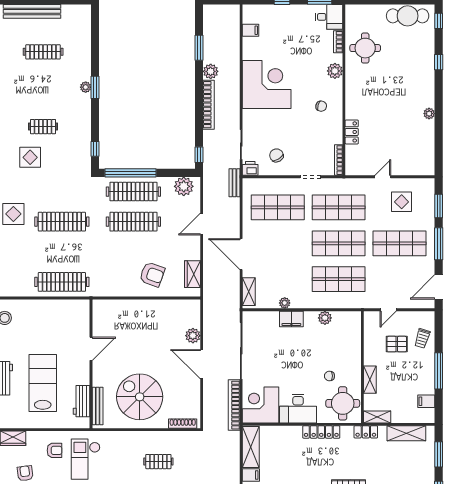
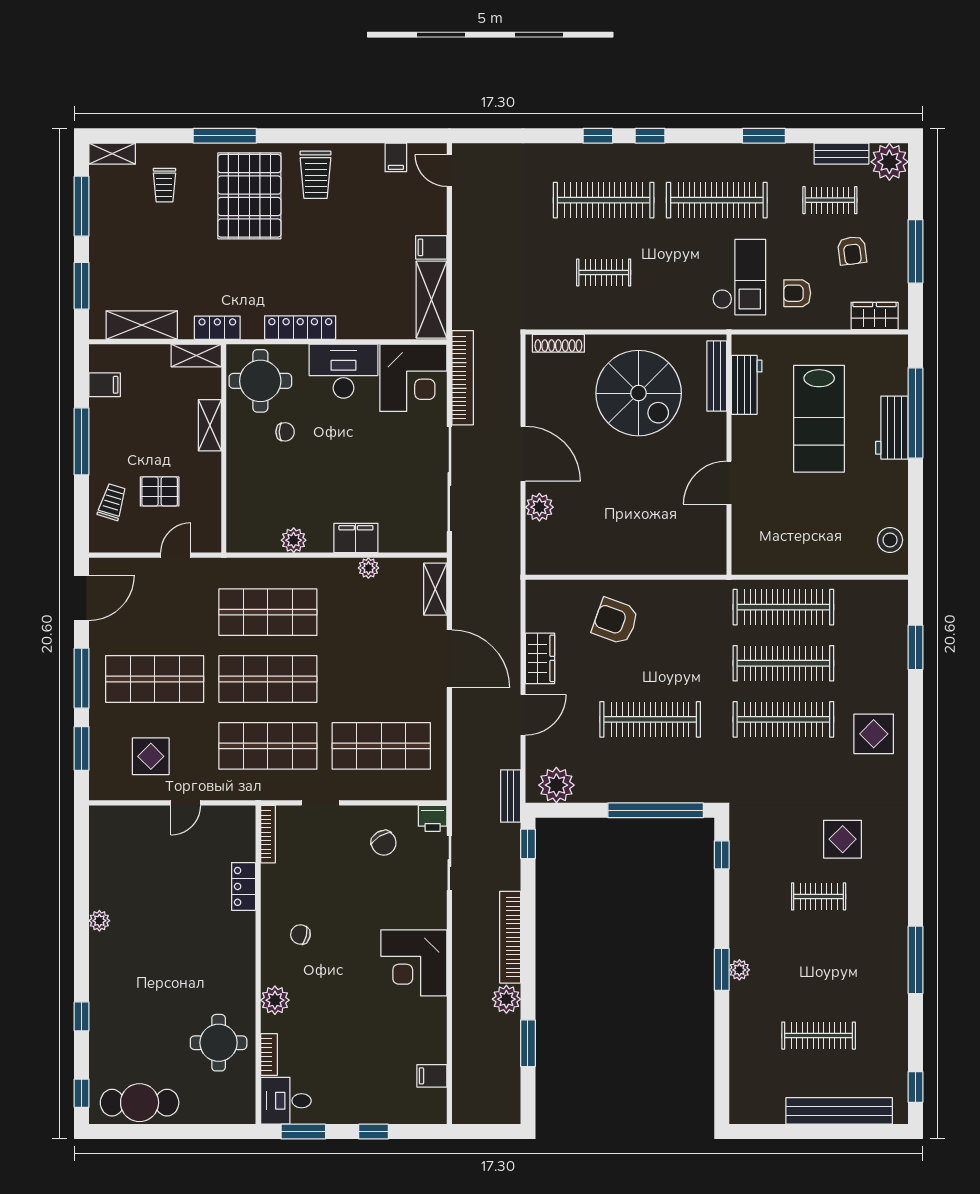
corner desk: (267, 84) -> (414, 963), width x0.74, depth x0.74
bench: (234, 183) -> (511, 796), moved
clothes rail: (133, 192) -> (783, 663), moved
wardrobe: (193, 274) -> (540, 658), moved

